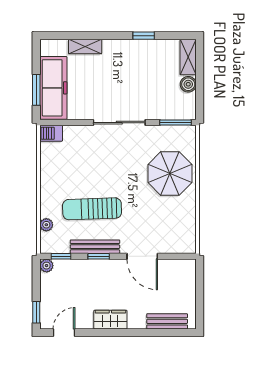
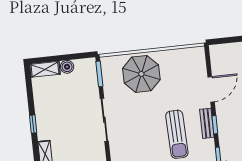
window: (144, 36) -> (33, 124), moved
bench: (95, 247) -> (207, 123), width x0.73

